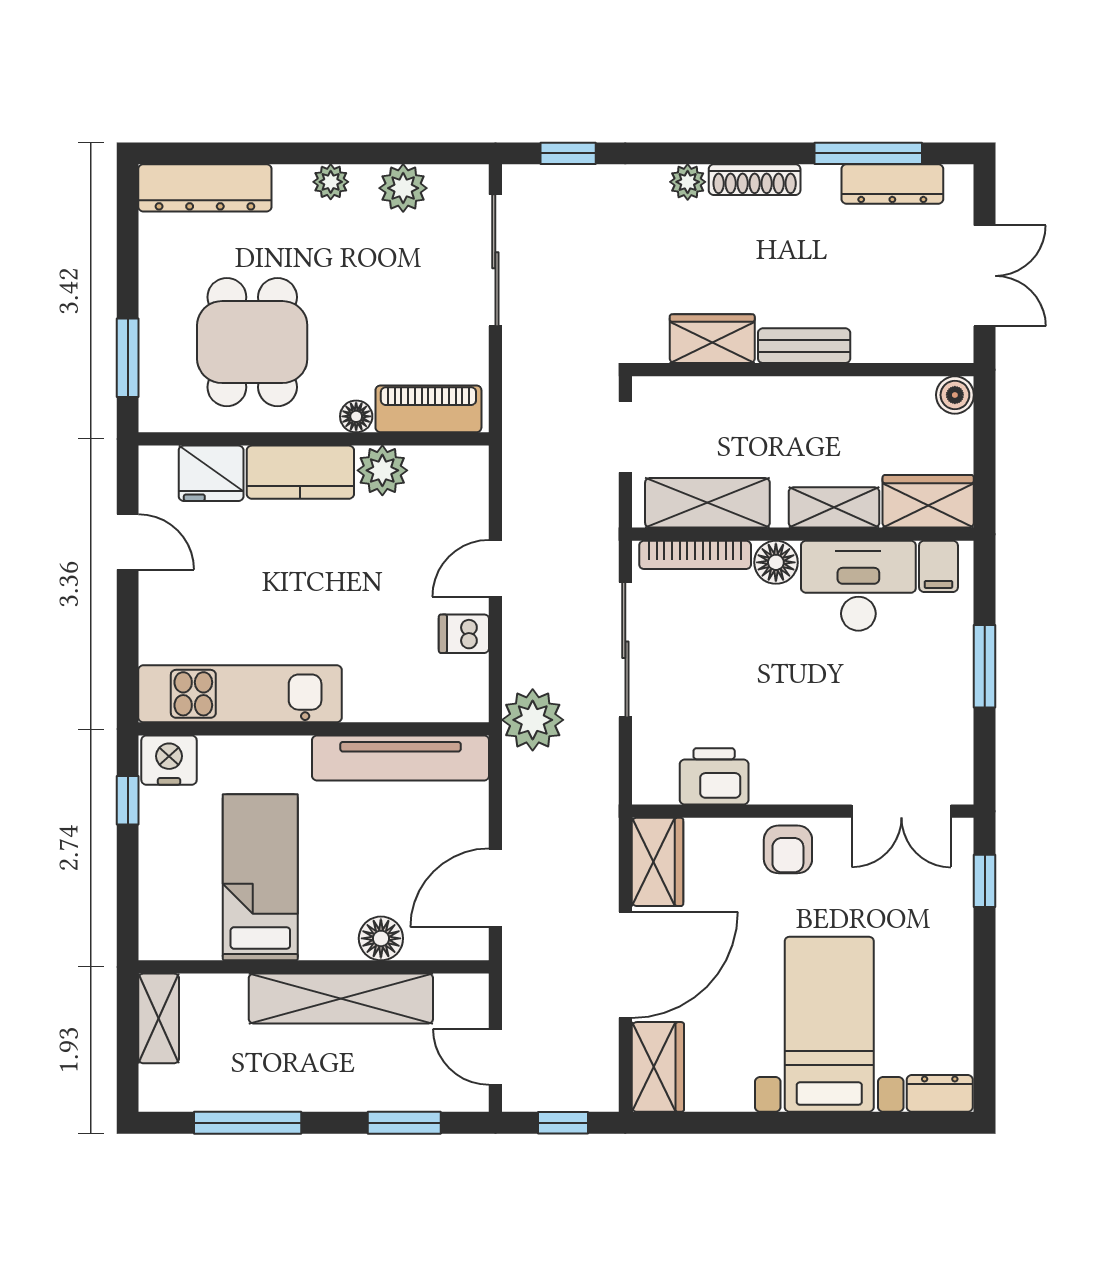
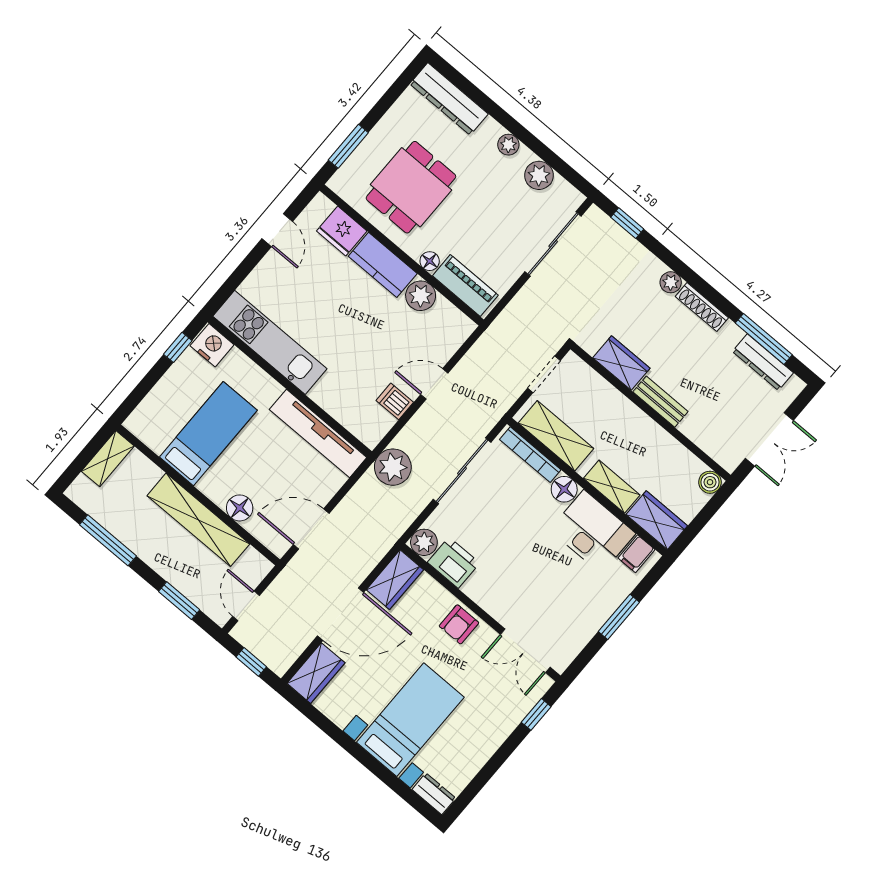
plant: (654, 782) -> (424, 542), added

